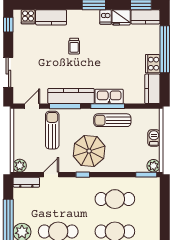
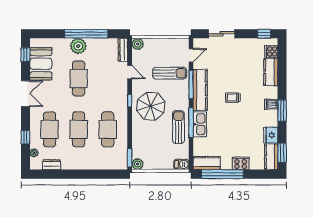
dishwasher: (106, 17) -> (271, 104), moved
trolley: (74, 46) -> (233, 98), moved
window: (165, 49) -> (222, 174), moved
cooker: (153, 64) -> (241, 163), moved
door: (32, 106) -> (191, 55), hinge flipped
barbecue: (154, 138) -> (181, 164), moved

